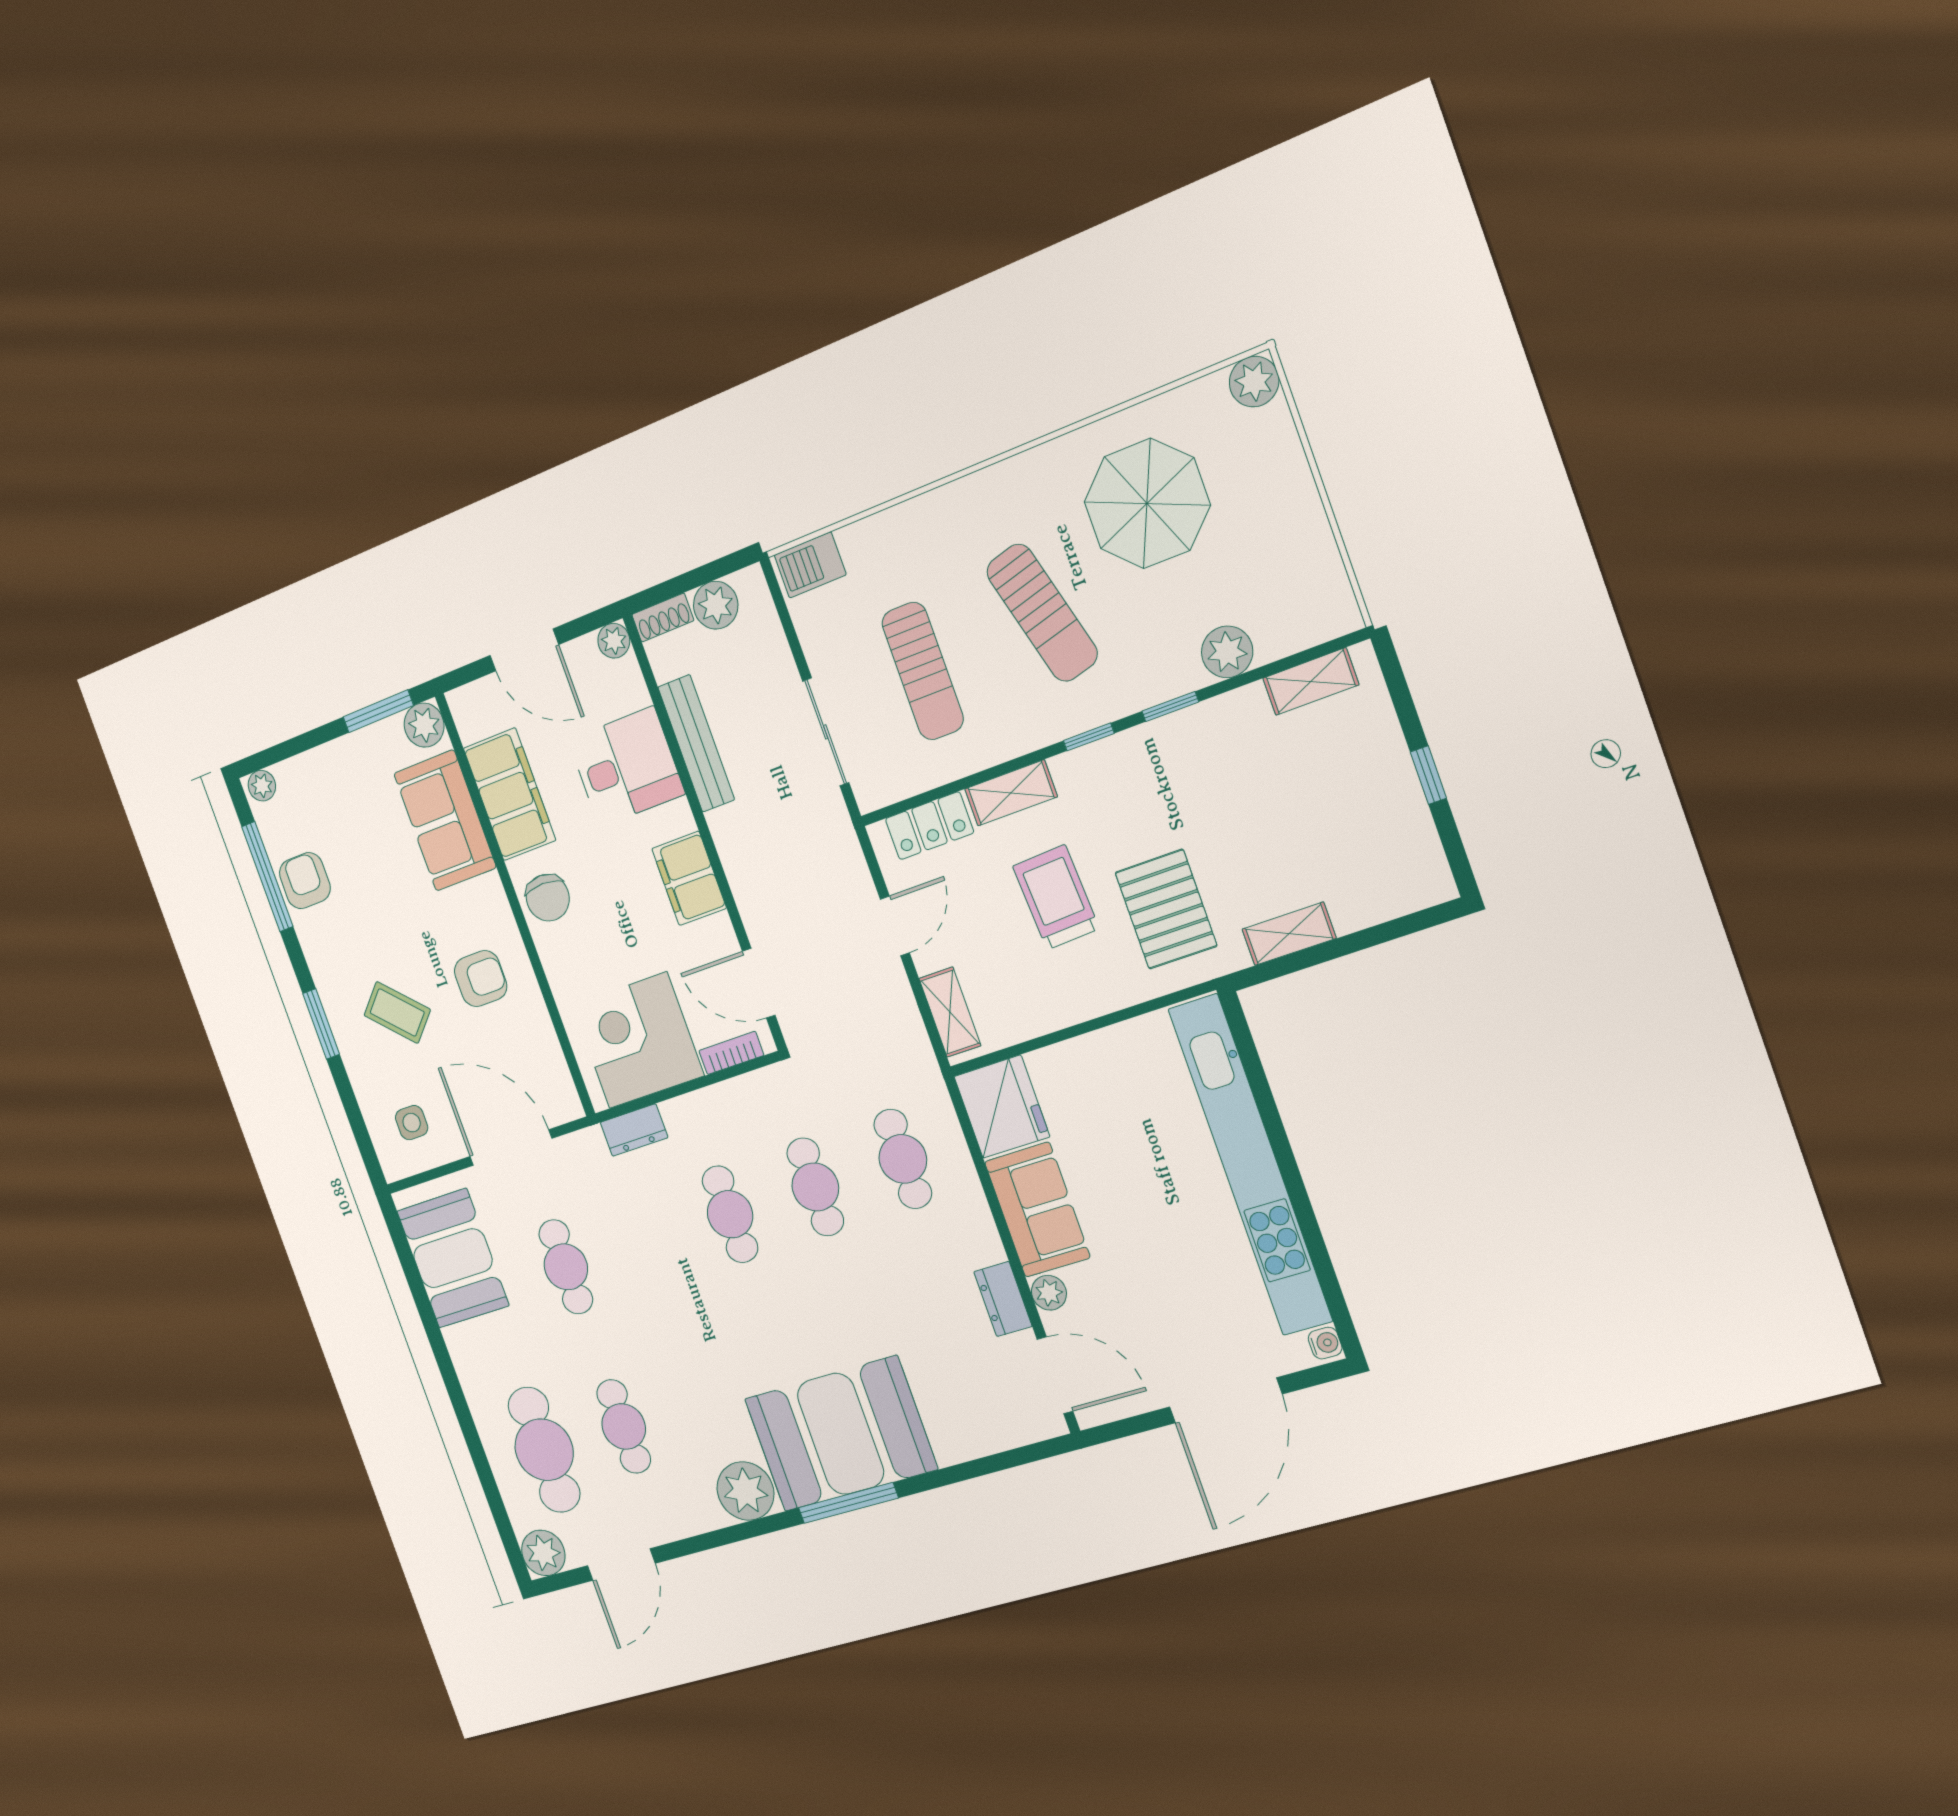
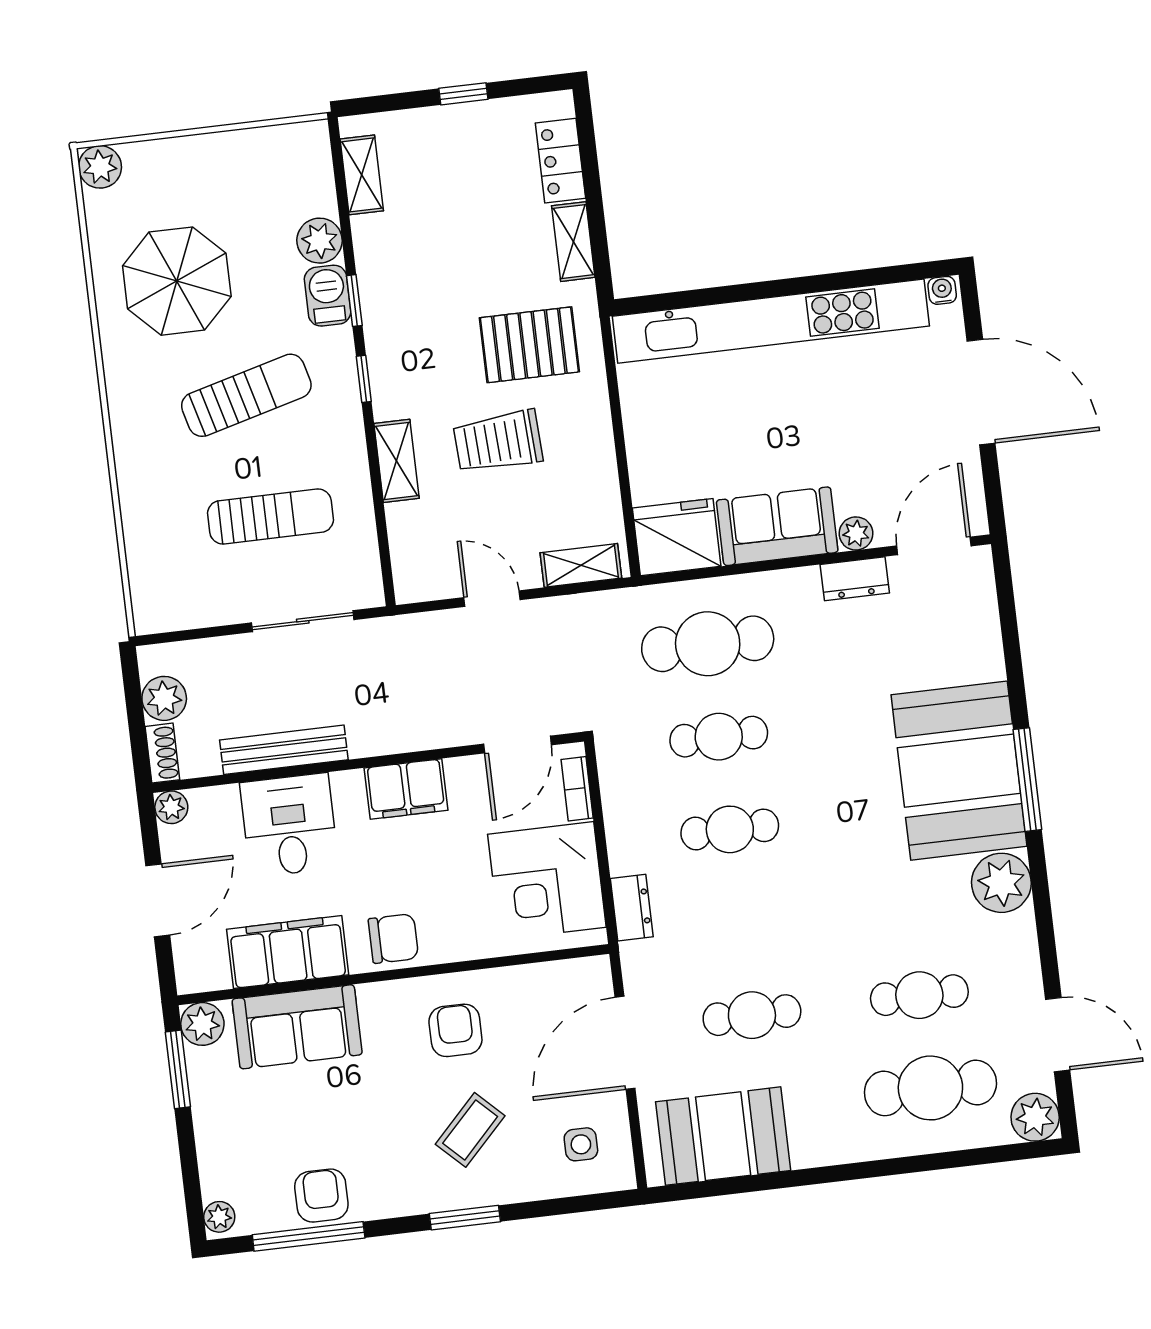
barbecue: (810, 565) -> (328, 296), moved, turned 180
locker: (929, 826) -> (560, 161), moved, turned 180
armchair: (305, 881) -> (321, 1196), turned 90
cafe table: (903, 1159) -> (708, 644), width x1.37, depth x1.35

